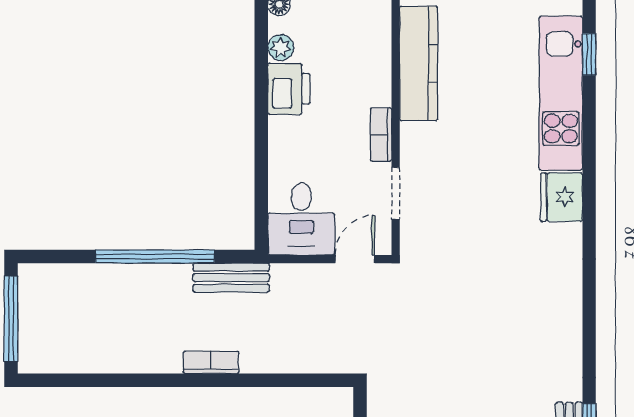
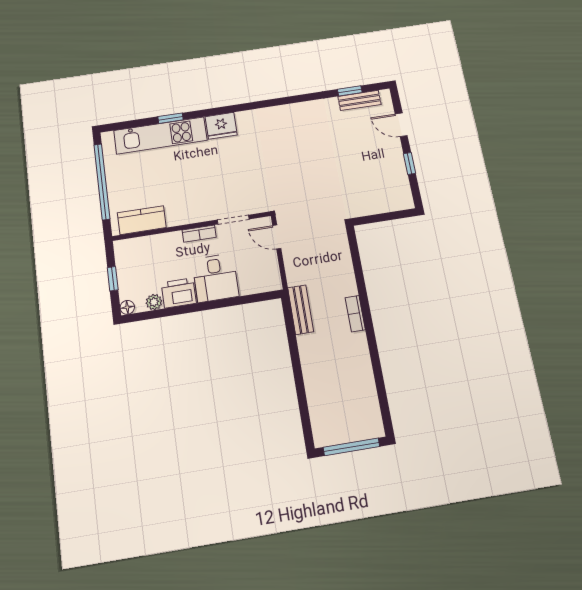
window: (589, 54) -> (171, 118), moved
kitchen counter: (419, 63) -> (142, 220), width x0.67
desk: (301, 219) -> (215, 278), moved, turned 90
window: (155, 256) -> (295, 359), removed

